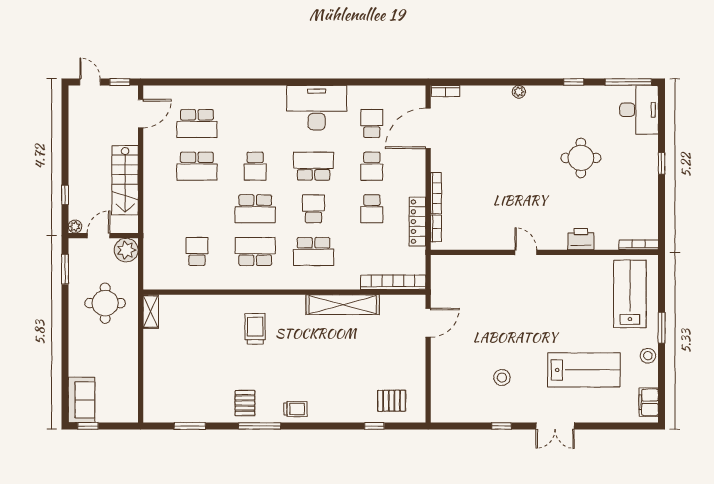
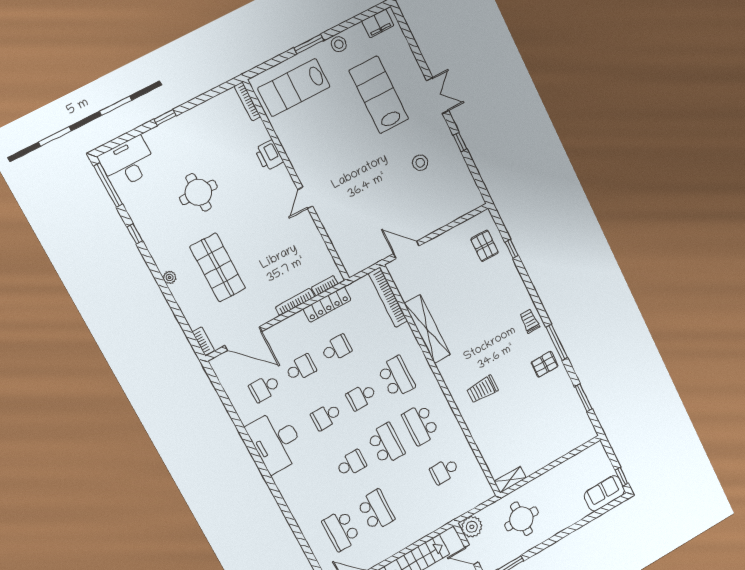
school desk: (197, 123) -> (341, 530), turned 180
shop shelf: (505, 139) -> (218, 268), added
school desk: (314, 166) -> (326, 416), width x0.54

